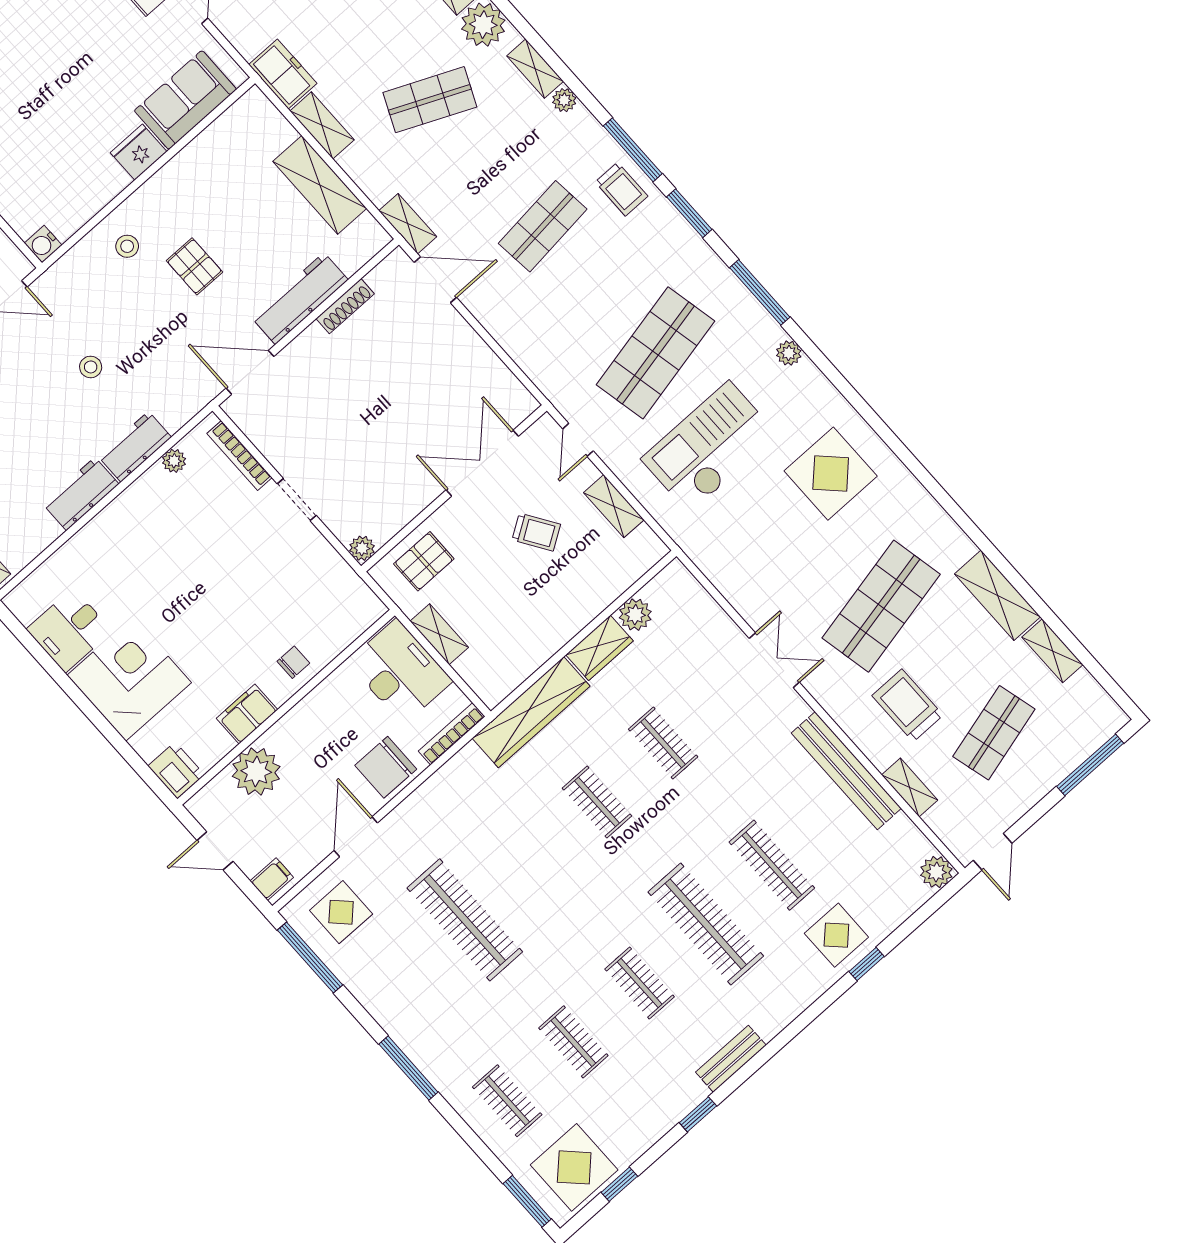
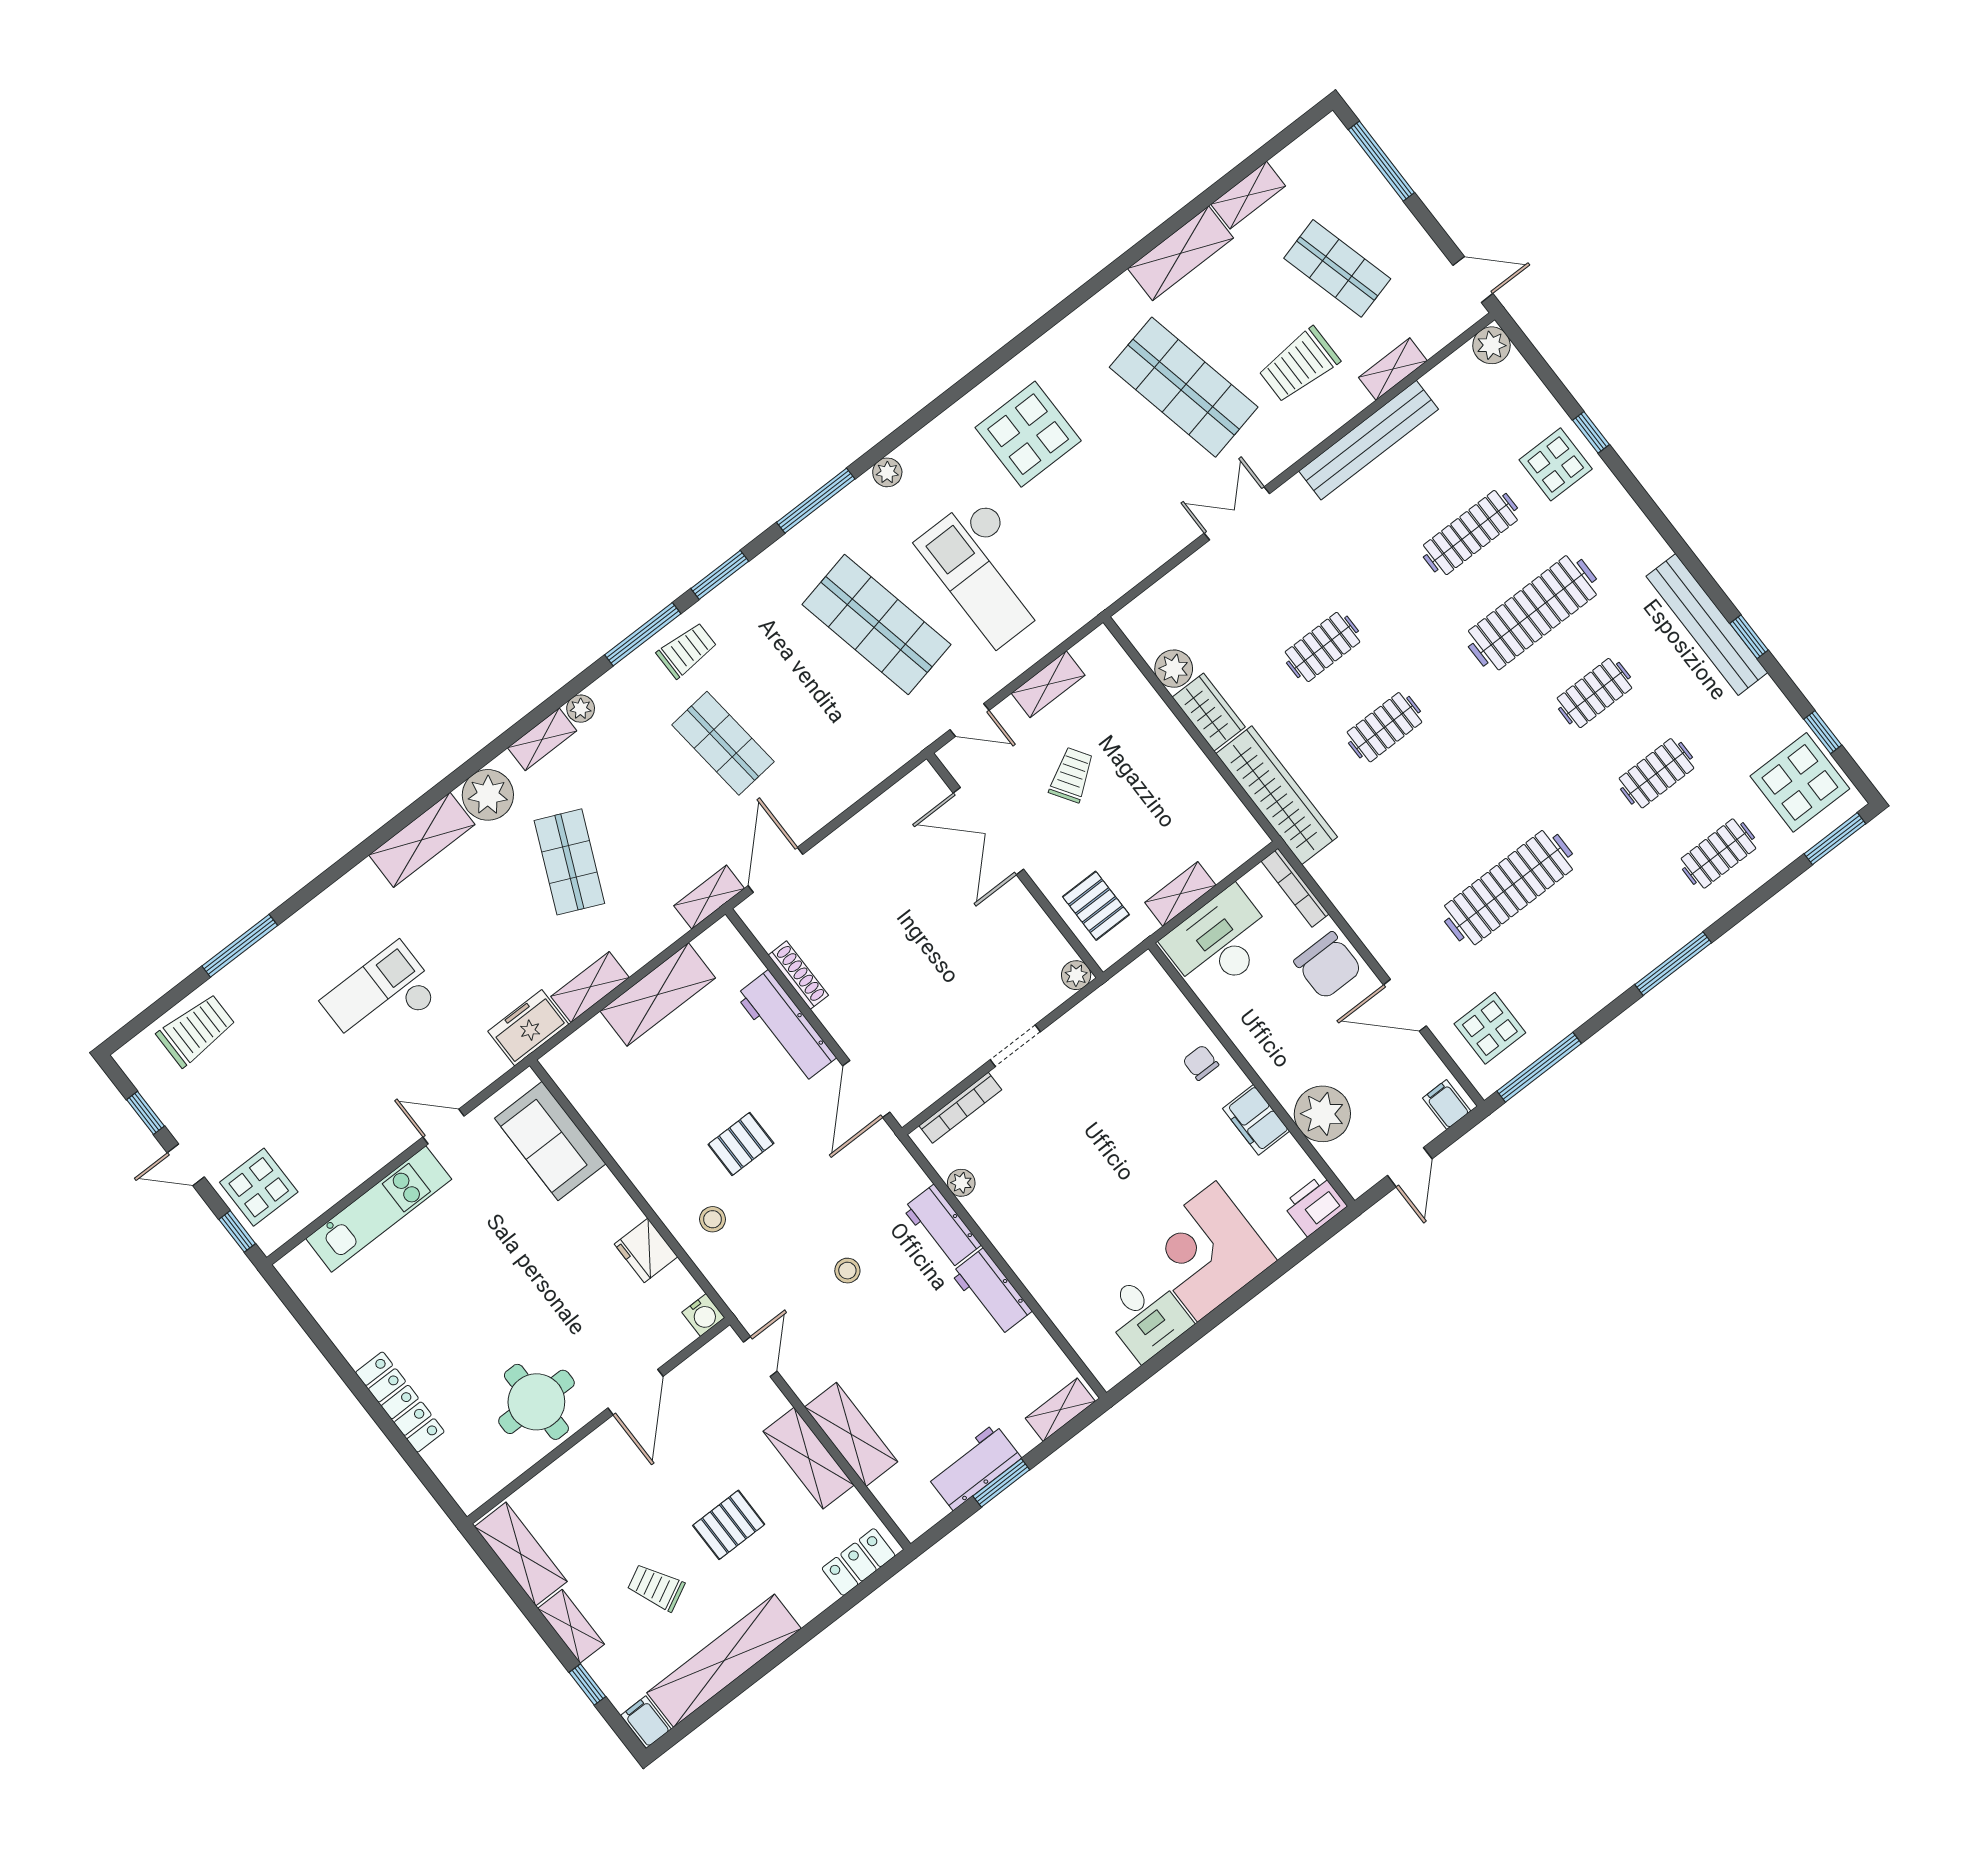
fridge: (139, 152) -> (646, 1250), moved
bench: (731, 1059) -> (1707, 624), width x1.86, depth x1.21

